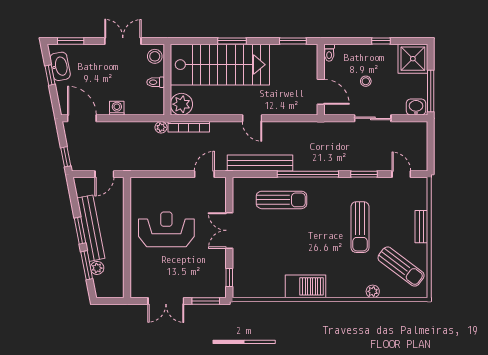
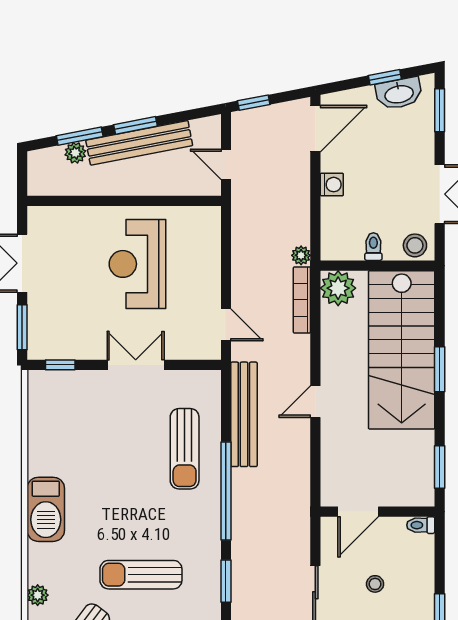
reception desk: (166, 229) -> (137, 264), turned 180
barbecue: (305, 286) -> (46, 509), moved

